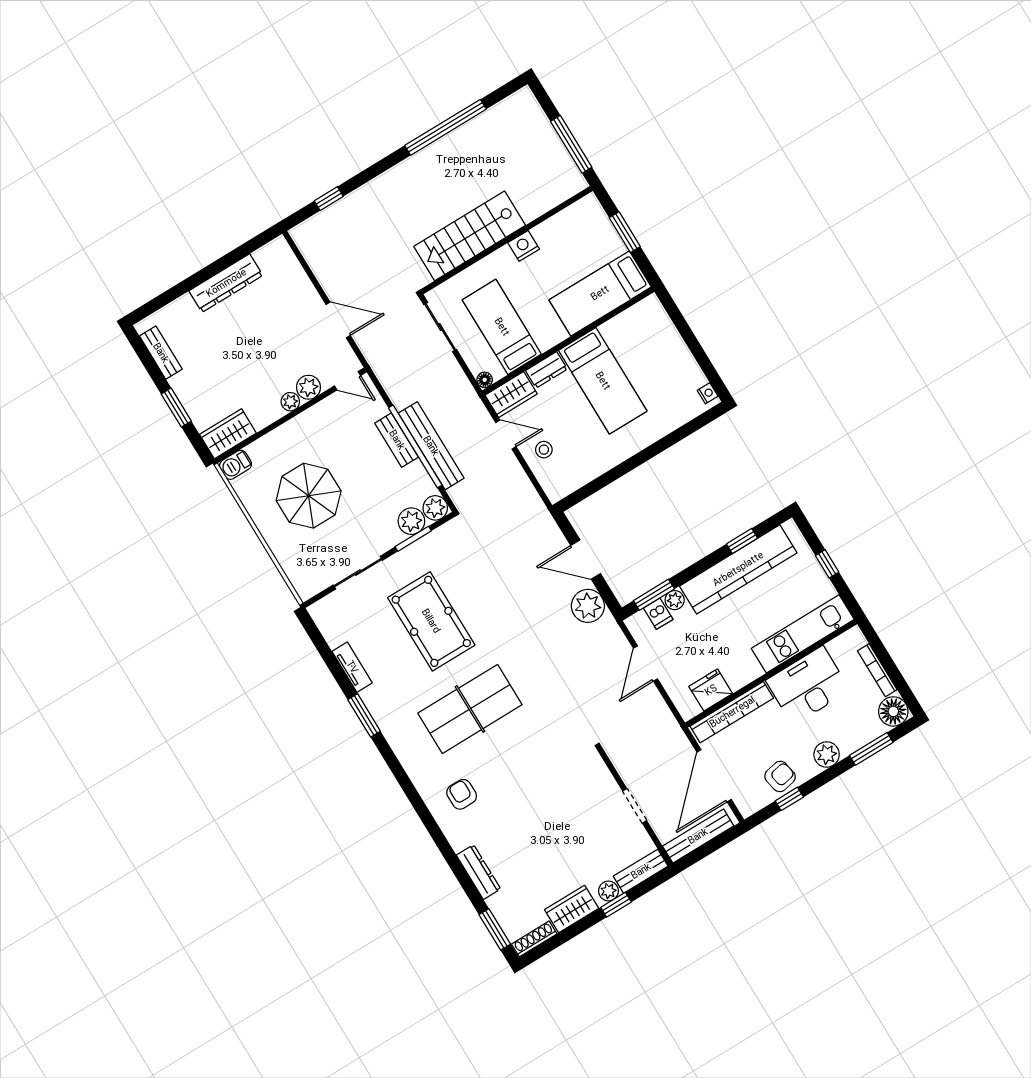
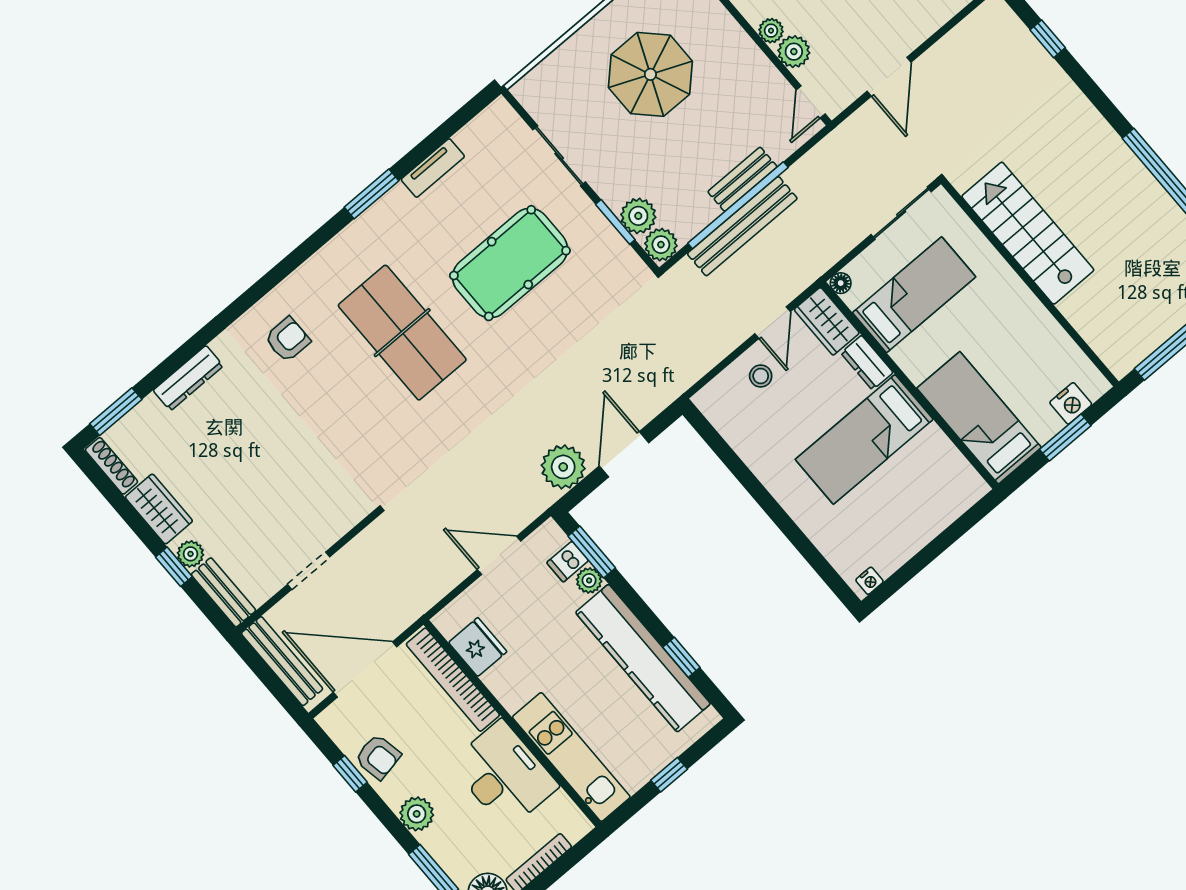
nightstand: (524, 246) -> (1071, 403), moved, turned 90

